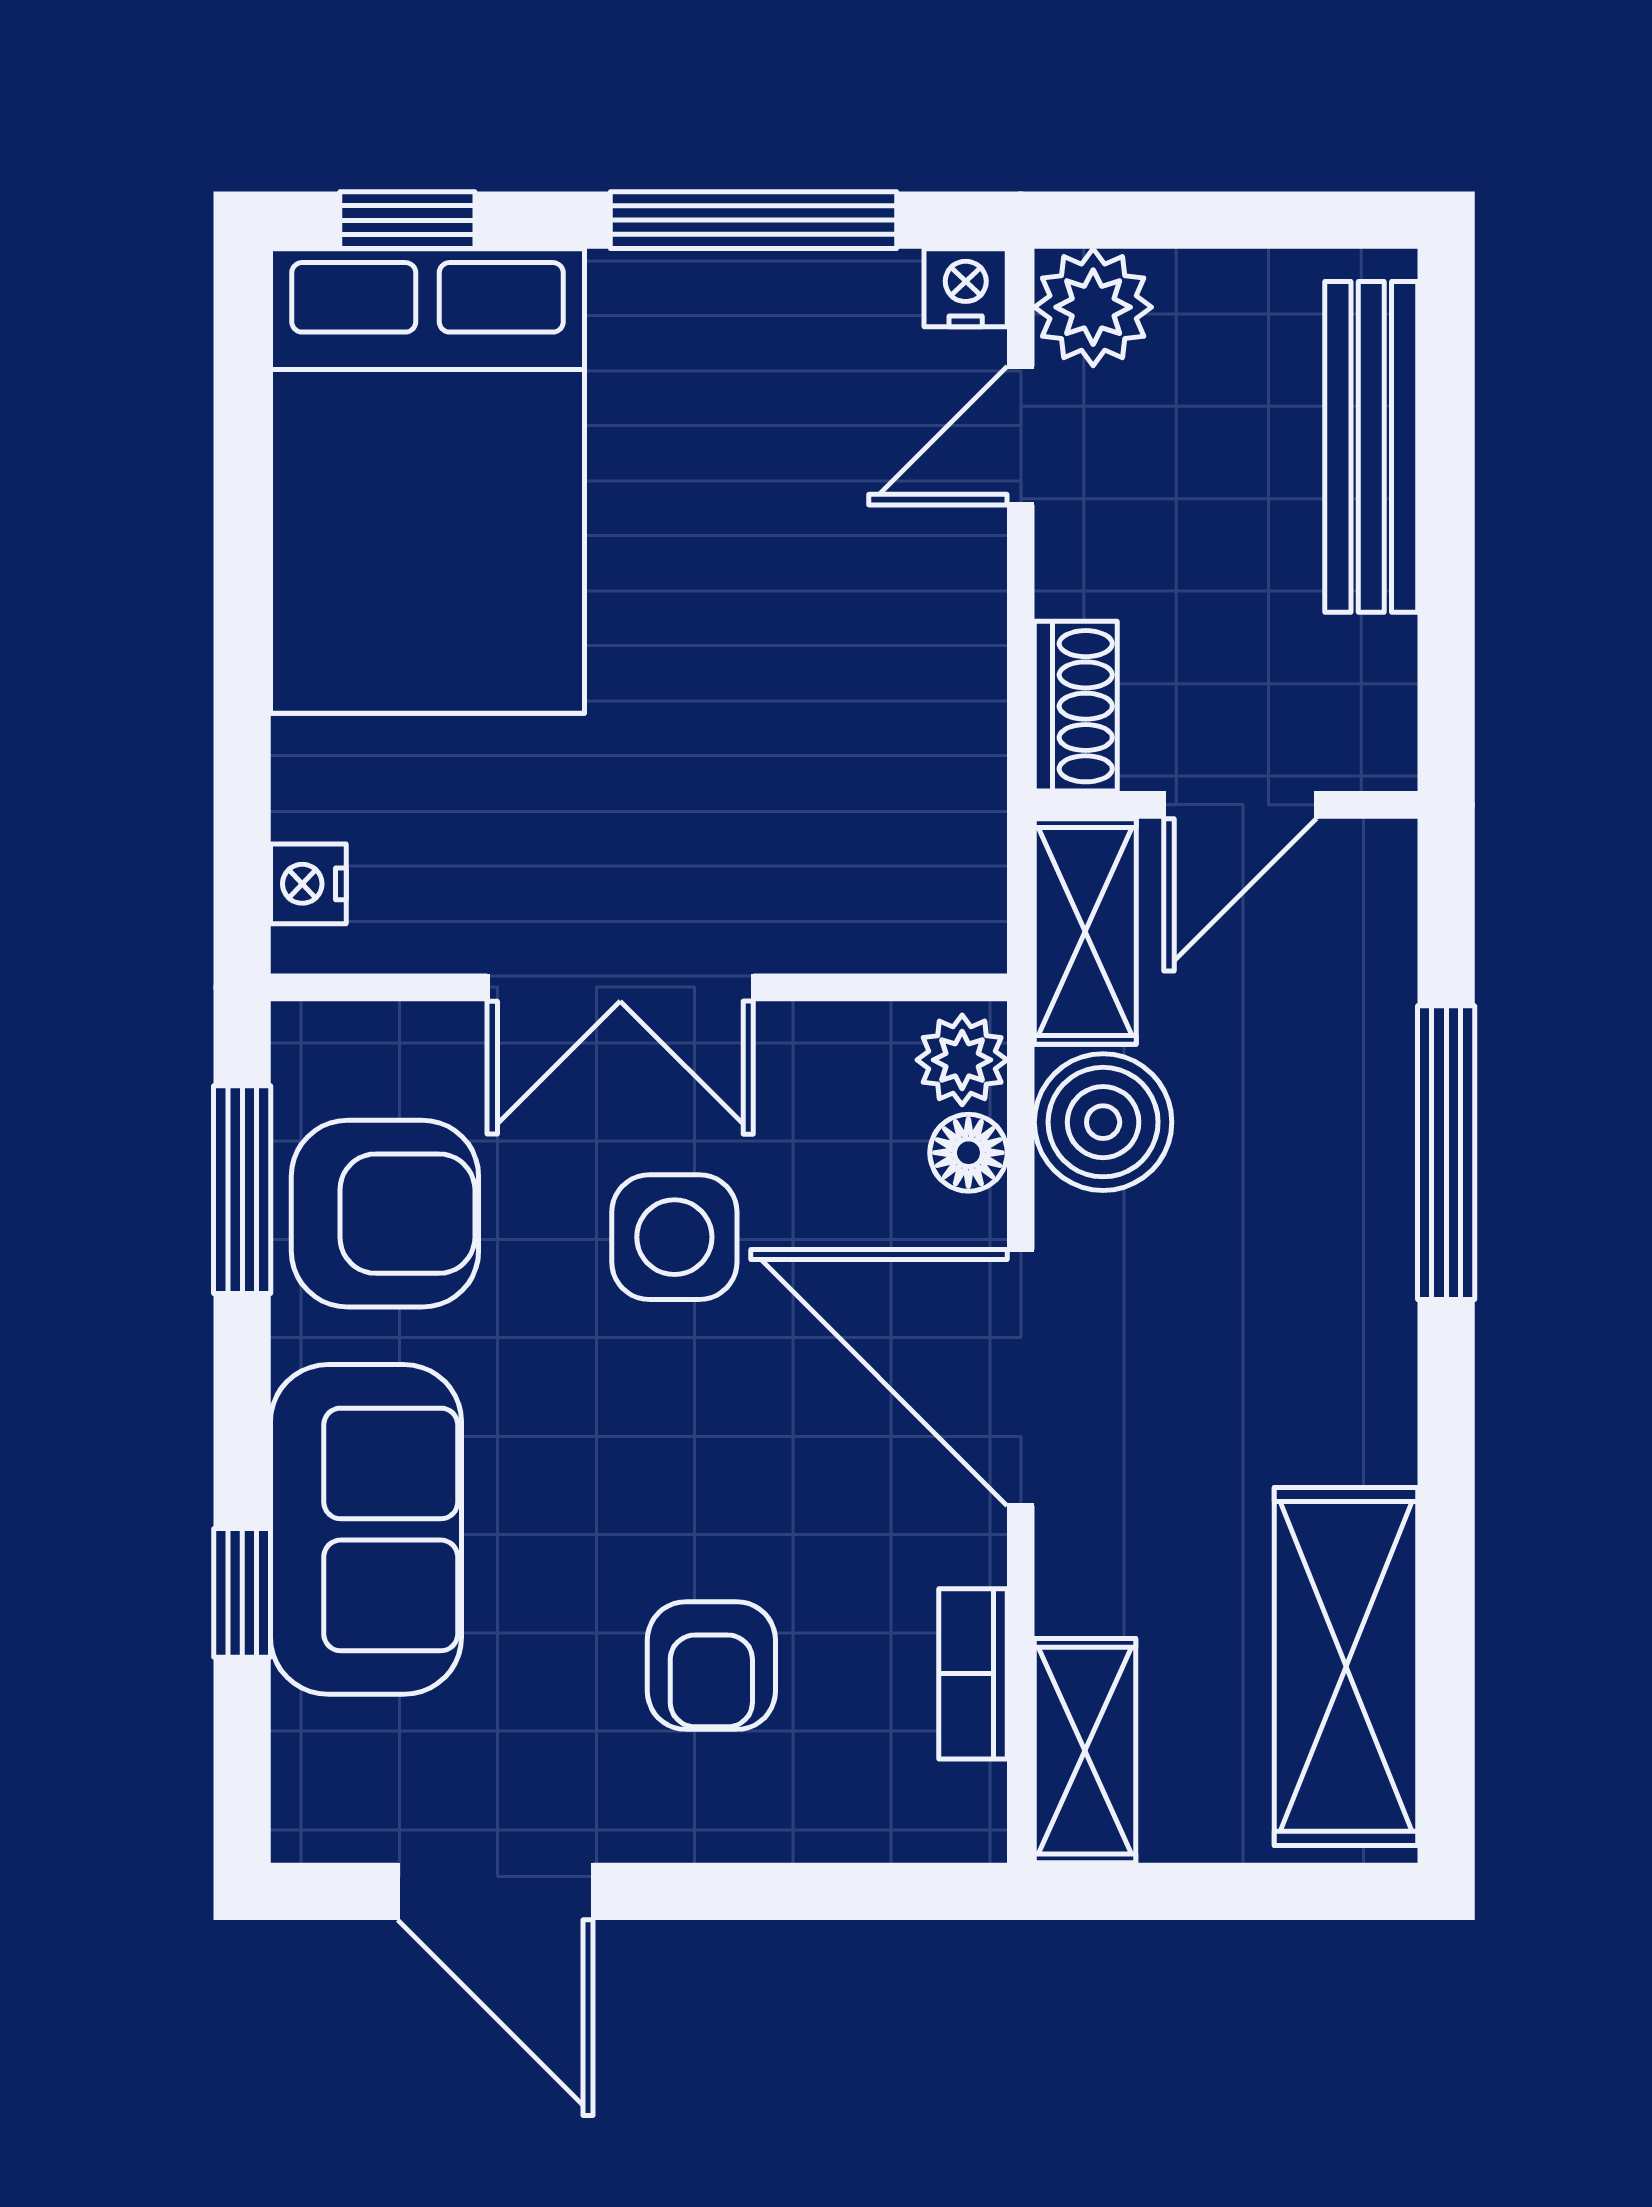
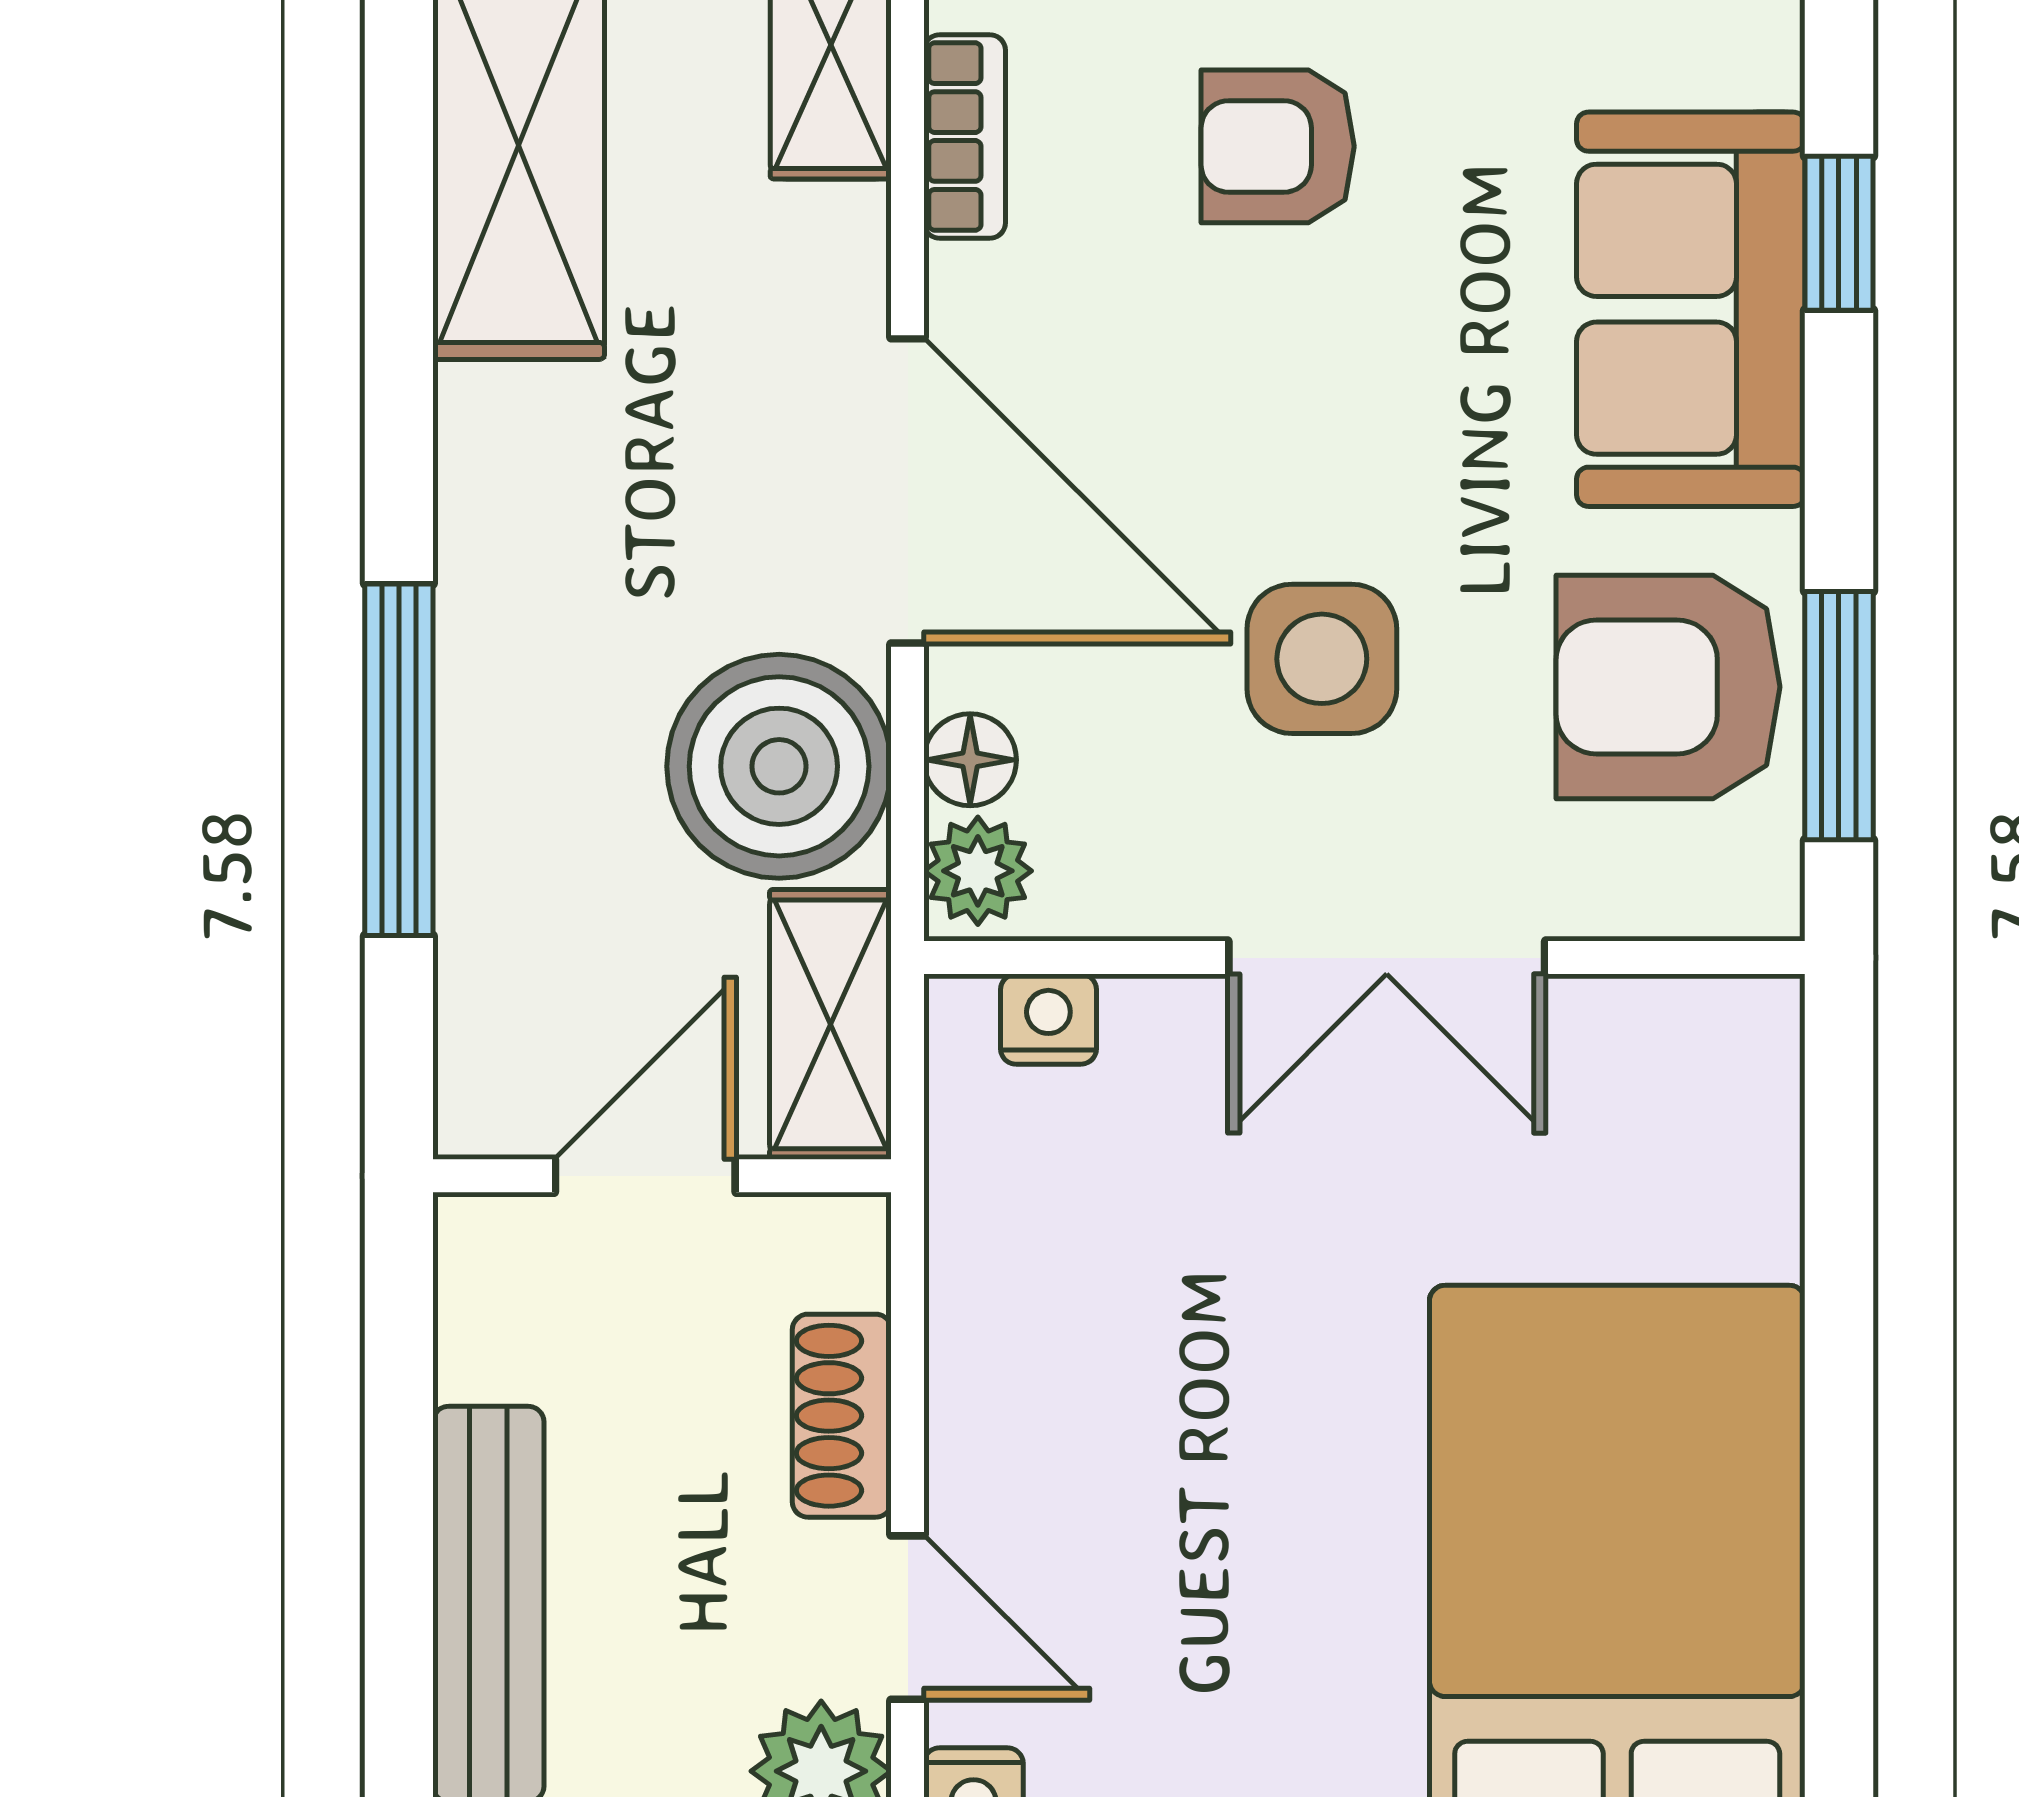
door: (1021, 436) -> (908, 1618), hinge flipped
shoe rack: (1076, 706) -> (842, 1416), moved
nightstand: (308, 884) -> (1048, 1019), moved, turned -90
double door: (620, 987) -> (1387, 958), swing flipped
boiler: (1103, 1122) -> (779, 766), width x1.37, depth x1.37
armchair: (711, 1666) -> (1278, 146), turned -90

